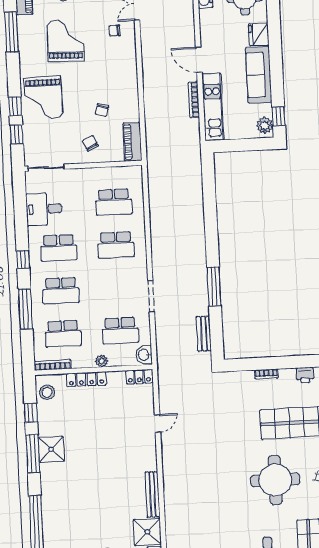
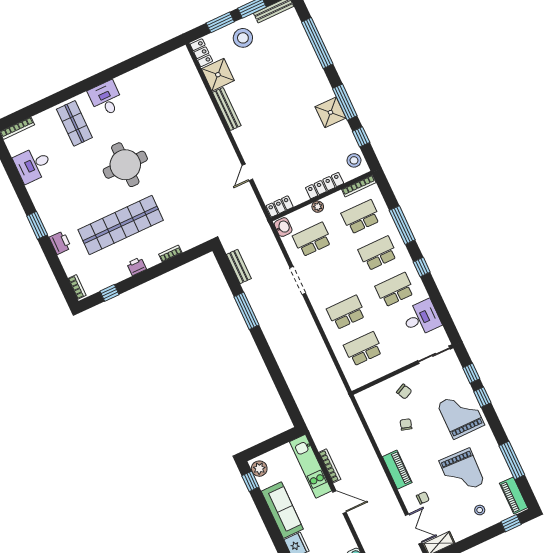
piano: (132, 142) -> (397, 470), moved

